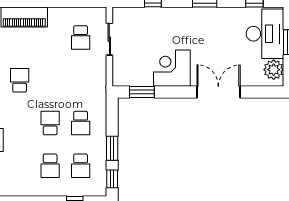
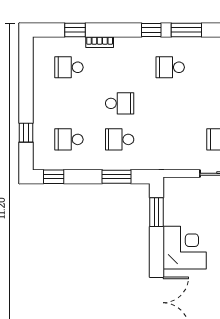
school desk: (20, 80) -> (170, 67), turned 180
window: (112, 148) -> (117, 177), moved
school desk: (50, 166) -> (69, 67), moved

